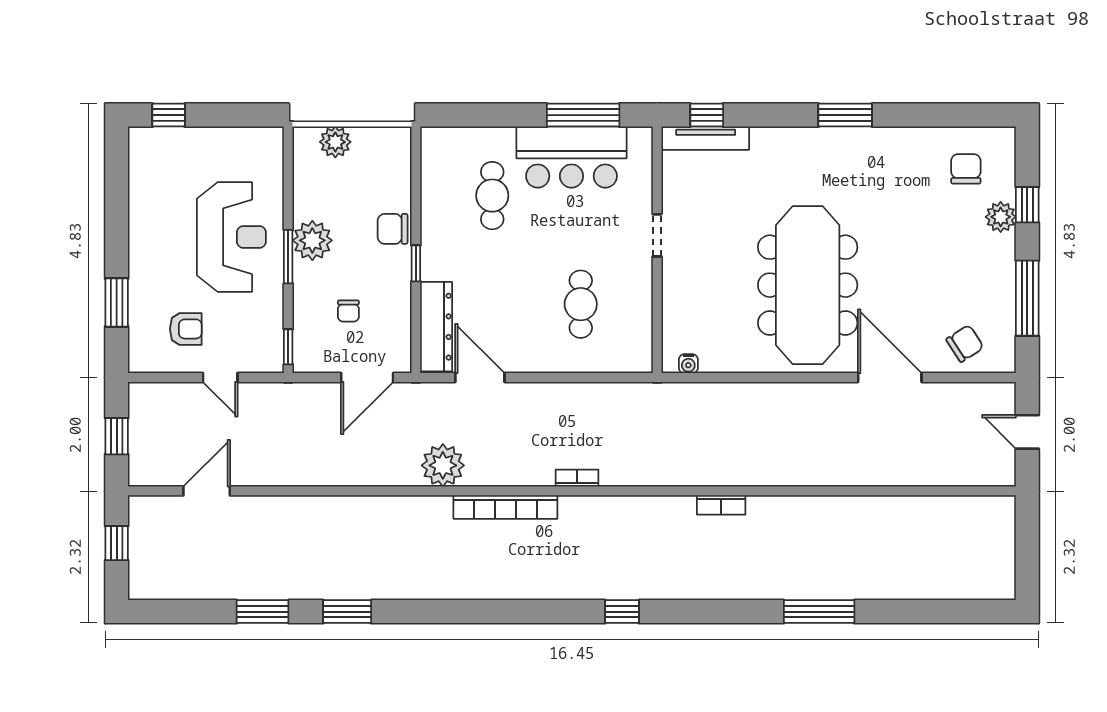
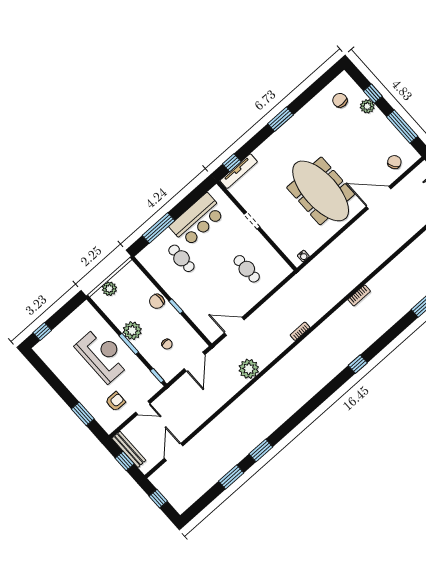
window: (583, 115) -> (159, 228), moved
dresser: (436, 327) -> (203, 322), removed
bench: (140, 424) -> (129, 449), added
bookcase: (505, 507) -> (284, 364), removed

